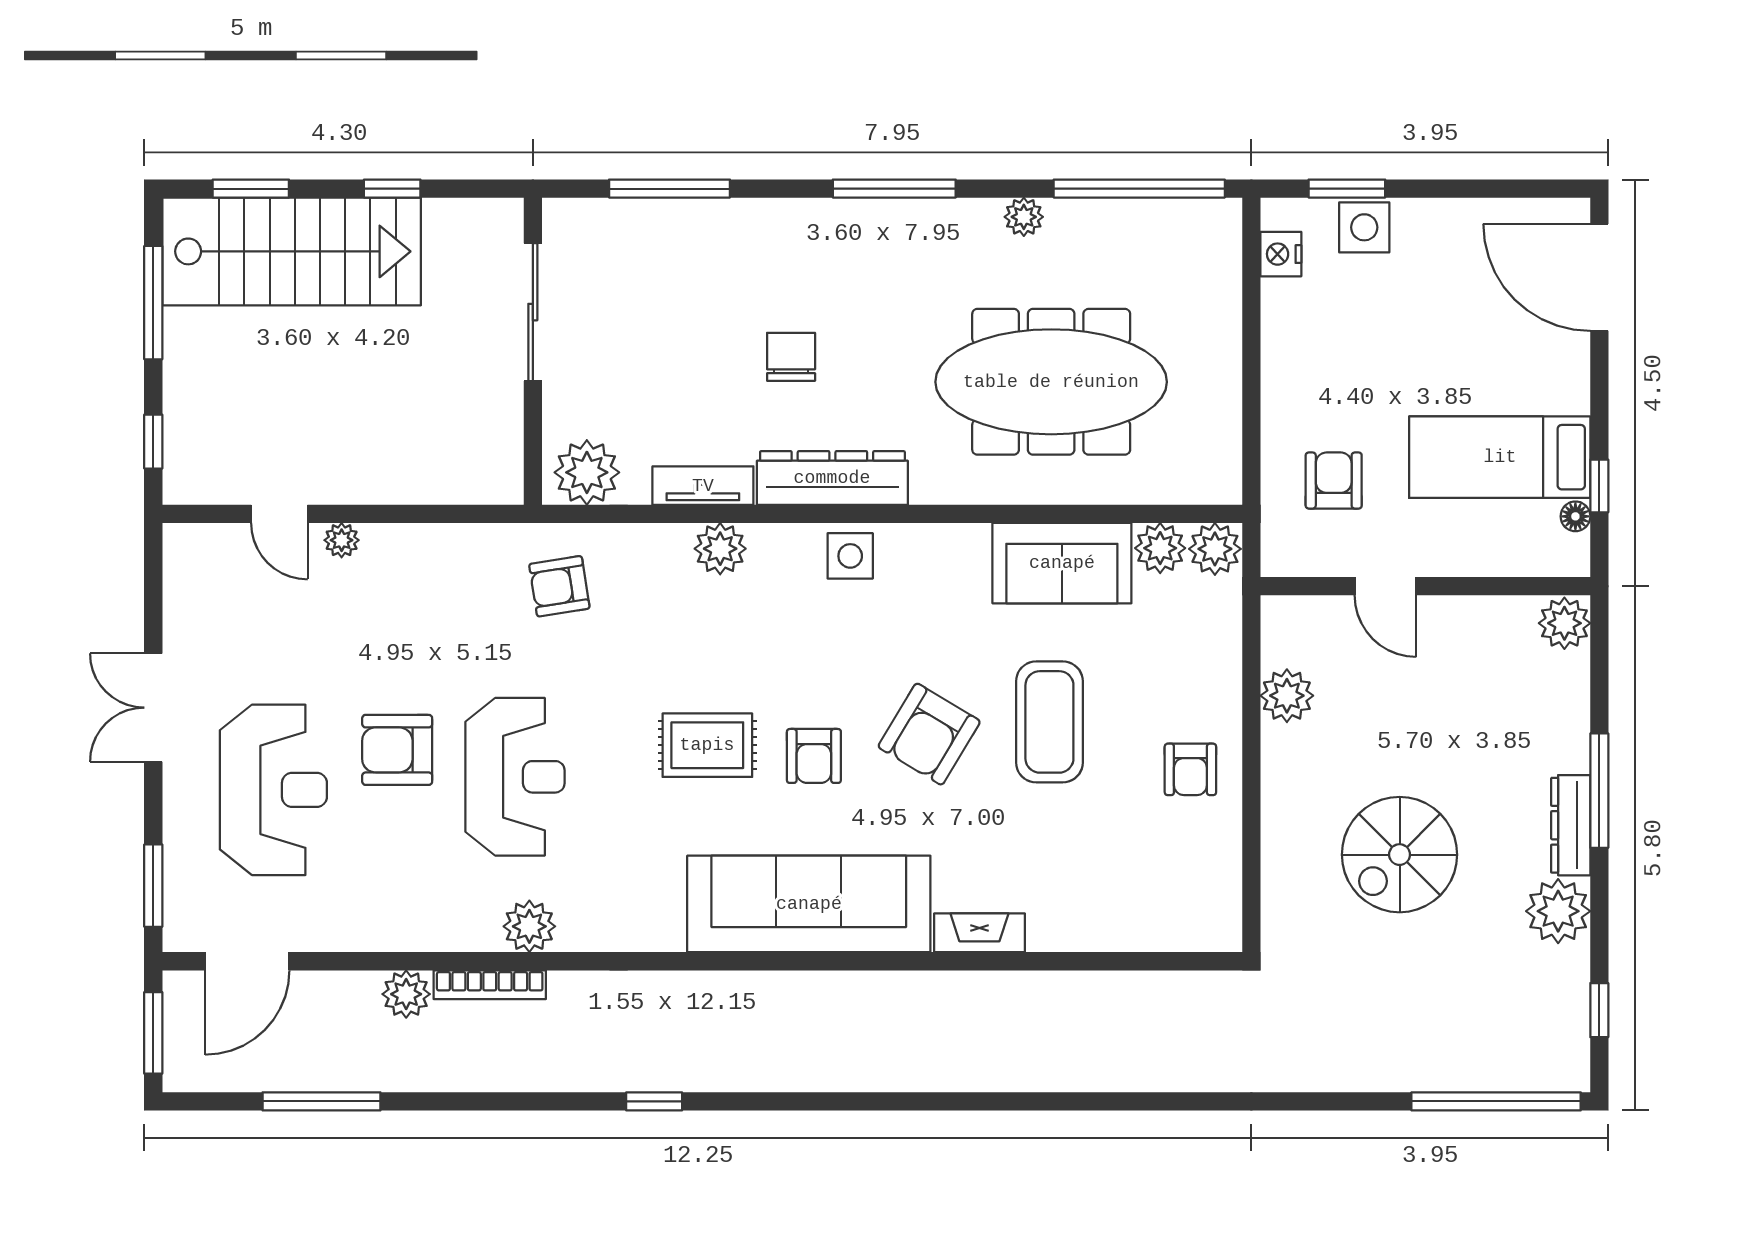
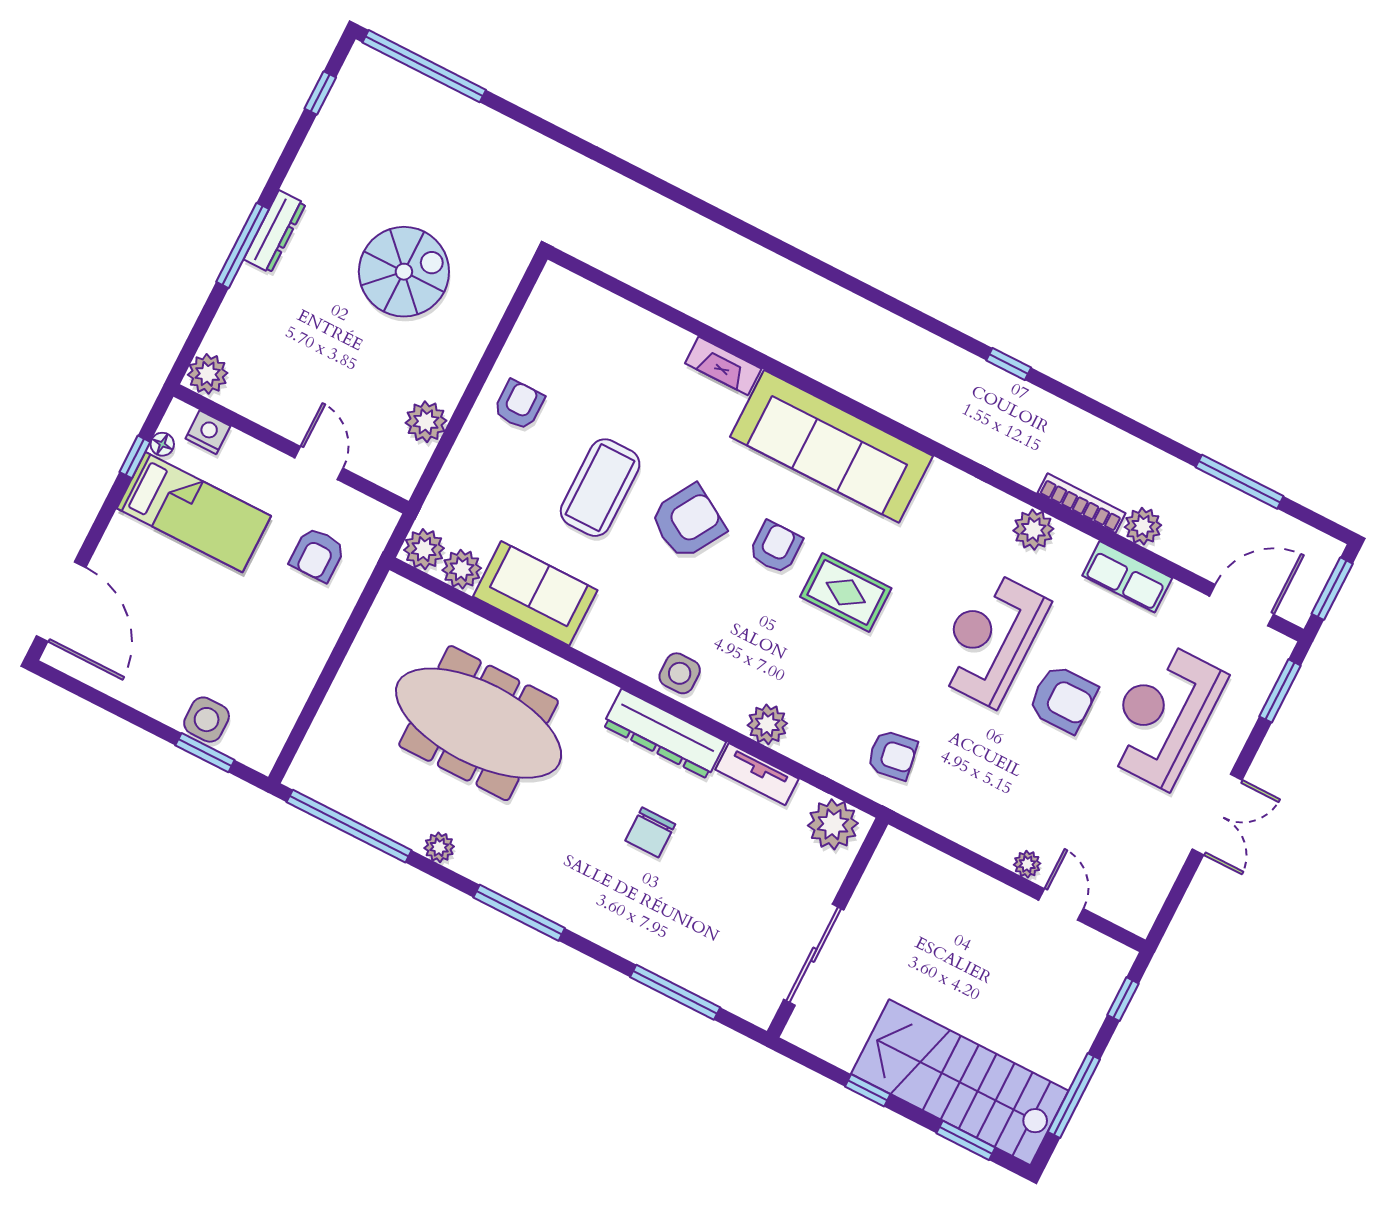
nightstand: (1281, 254) -> (208, 432), moved, turned -90
plant: (1558, 911) -> (314, 176), removed
row of seats: (395, 927) -> (1127, 577), added

